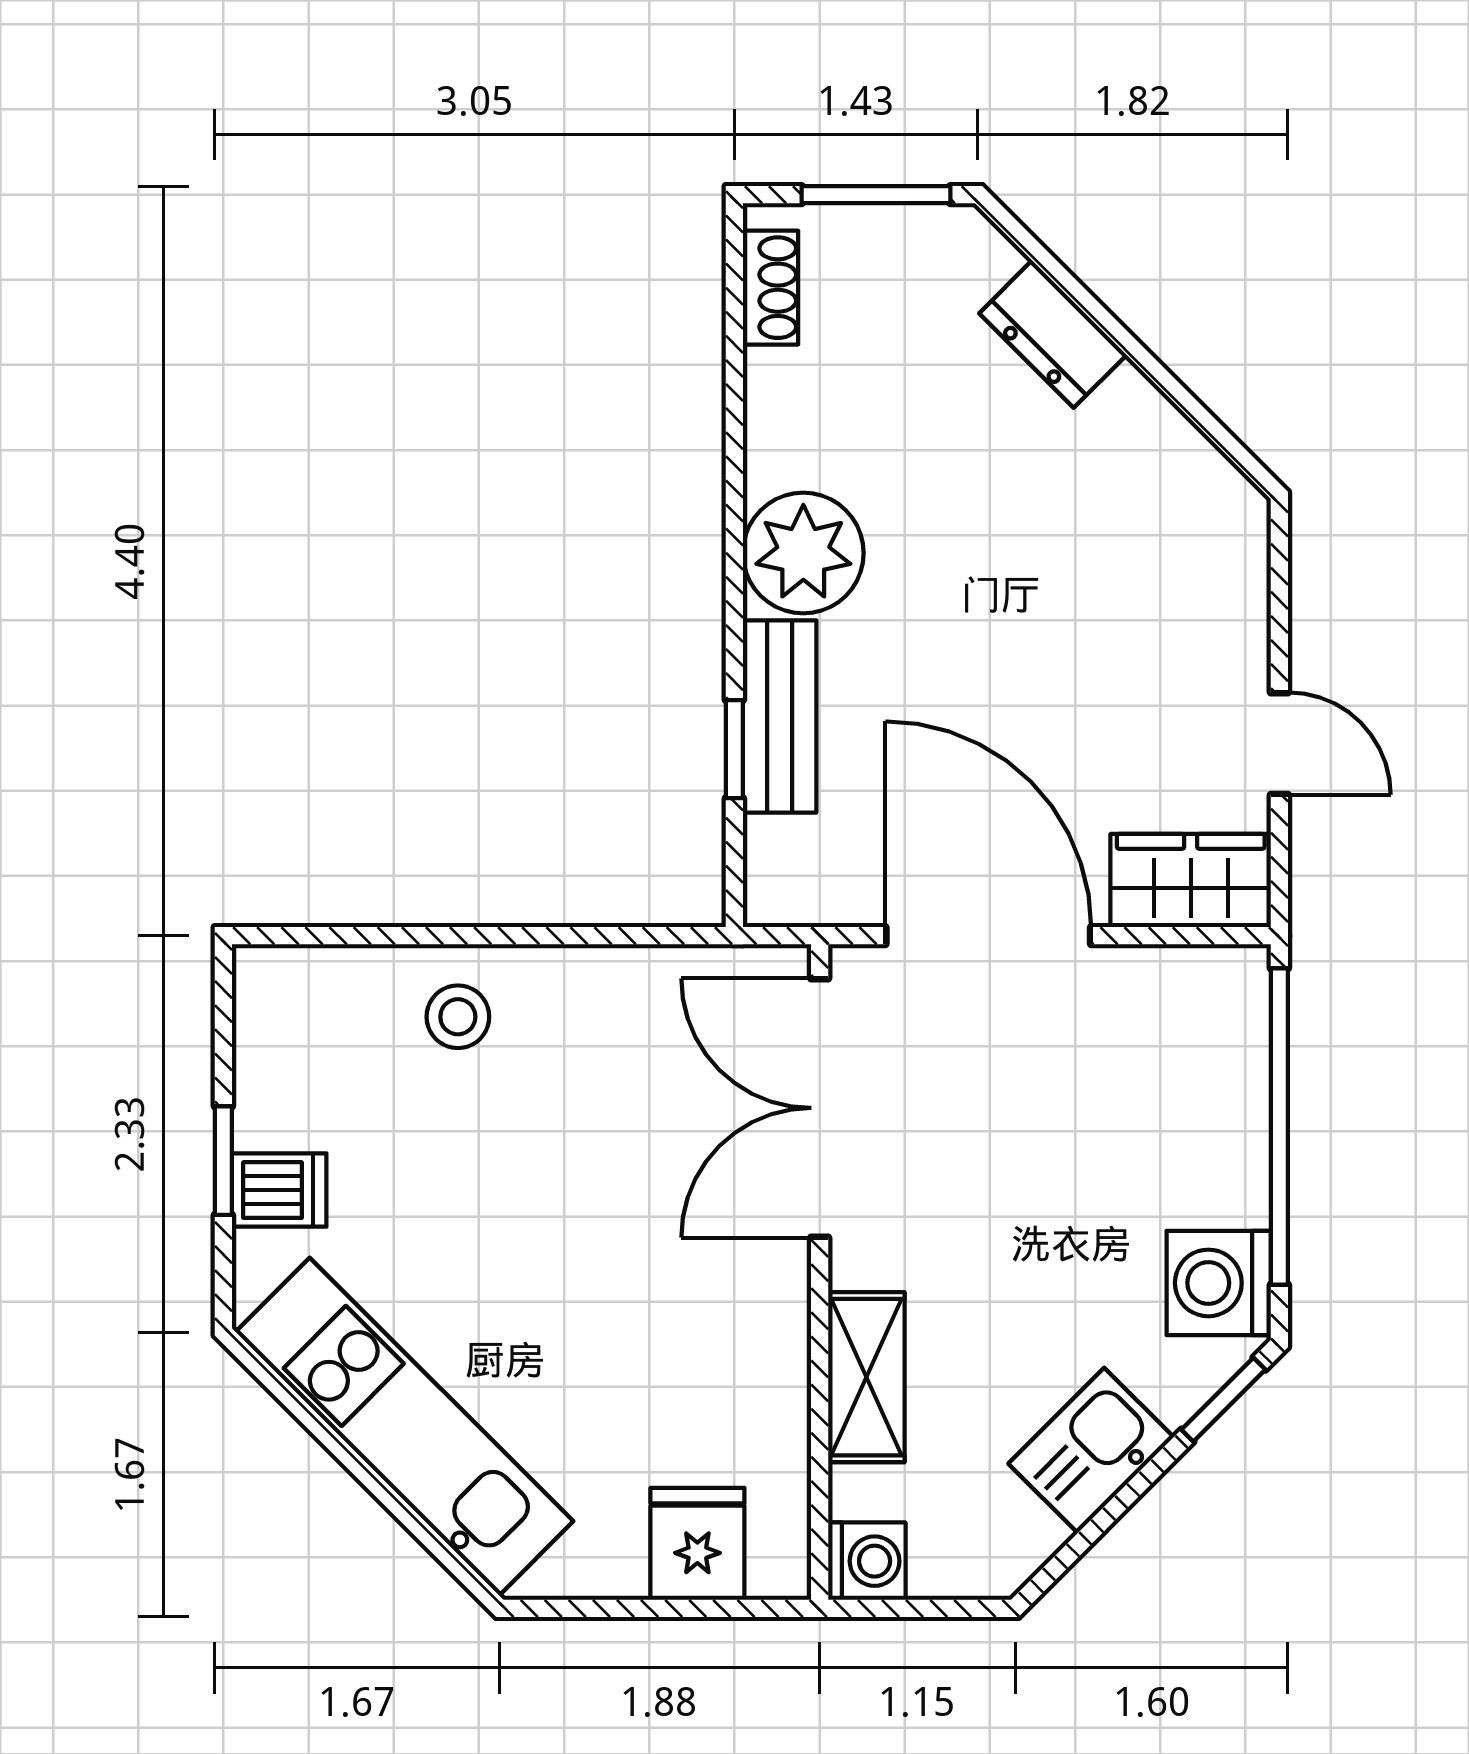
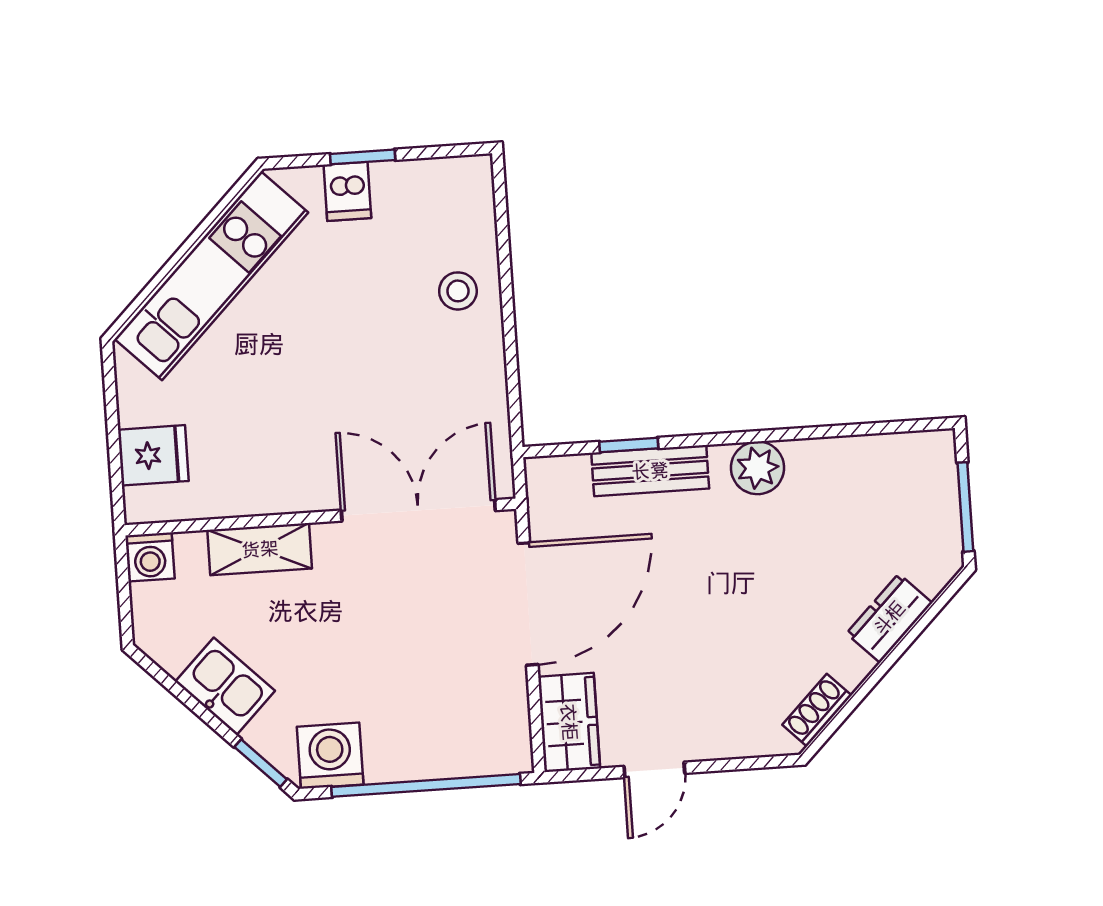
shoe rack: (771, 288) -> (817, 710), moved, turned 135
plant: (803, 553) -> (758, 468), width x0.73, depth x0.73

